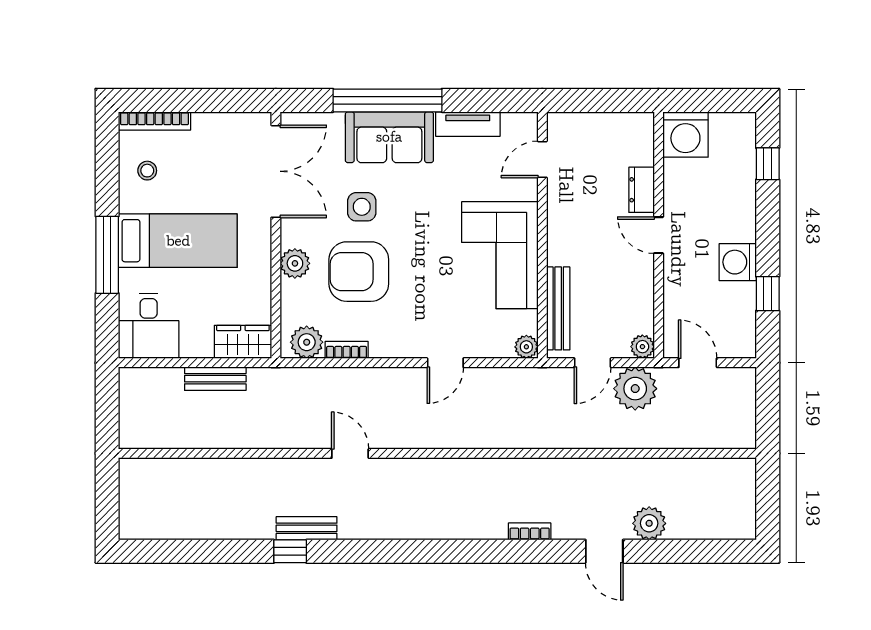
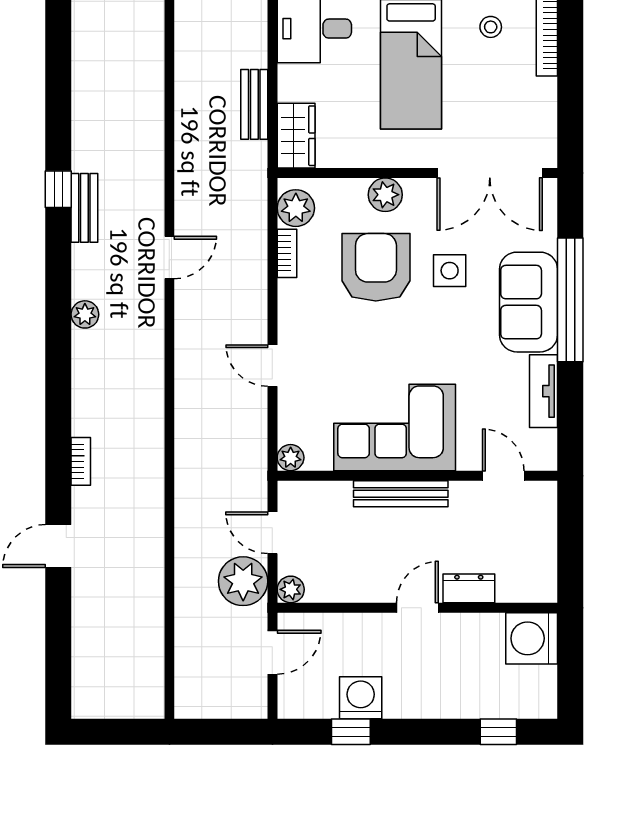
washing machine: (738, 262) -> (361, 698), moved
bench: (558, 308) -> (401, 494), moved
plant: (649, 523) -> (85, 314), moved, width x0.73, depth x0.73

